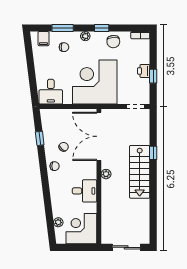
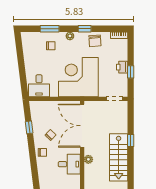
filing cabinet: (43, 39) -> (32, 38), removed
desk: (84, 191) -> (69, 164), moved

